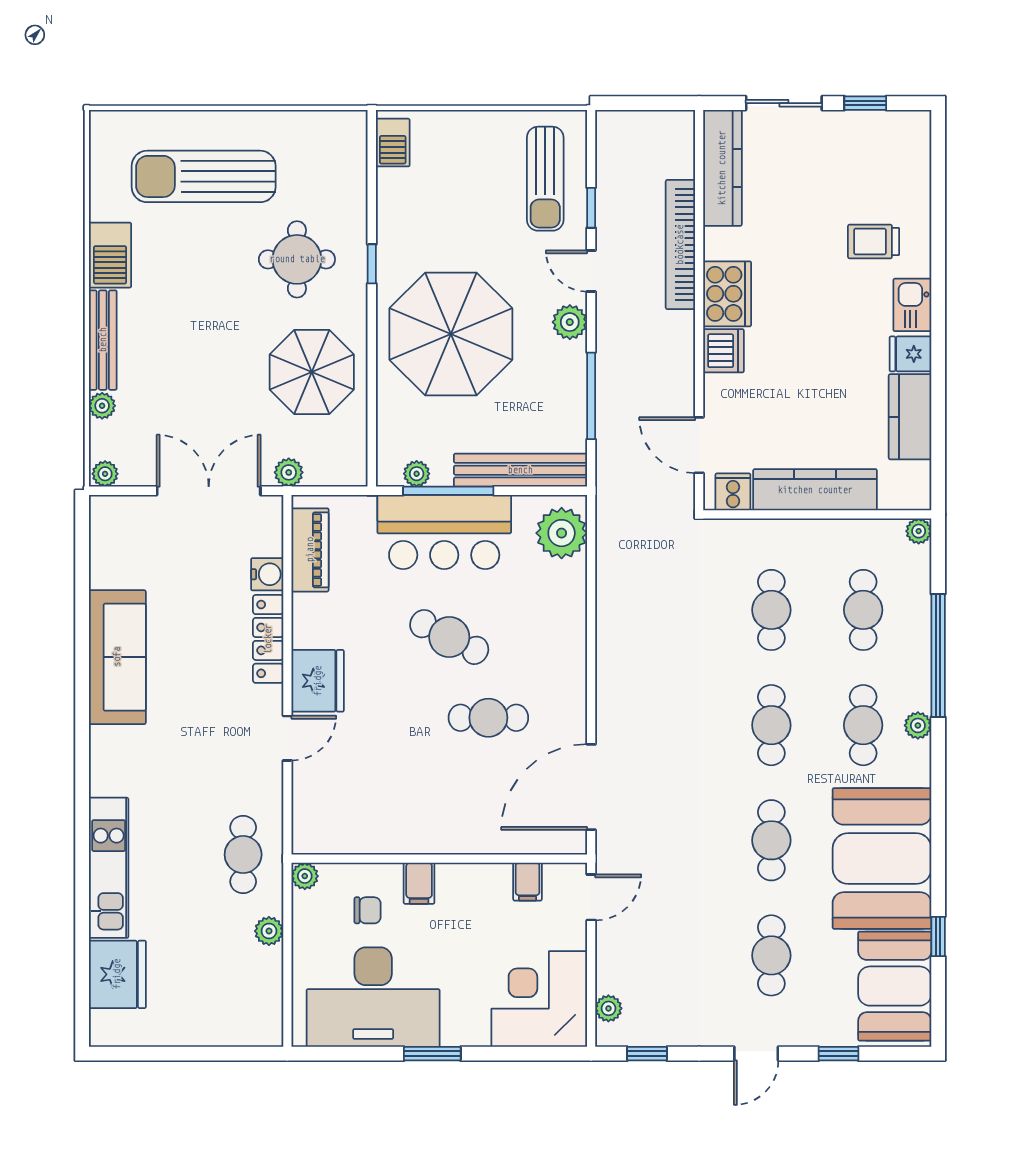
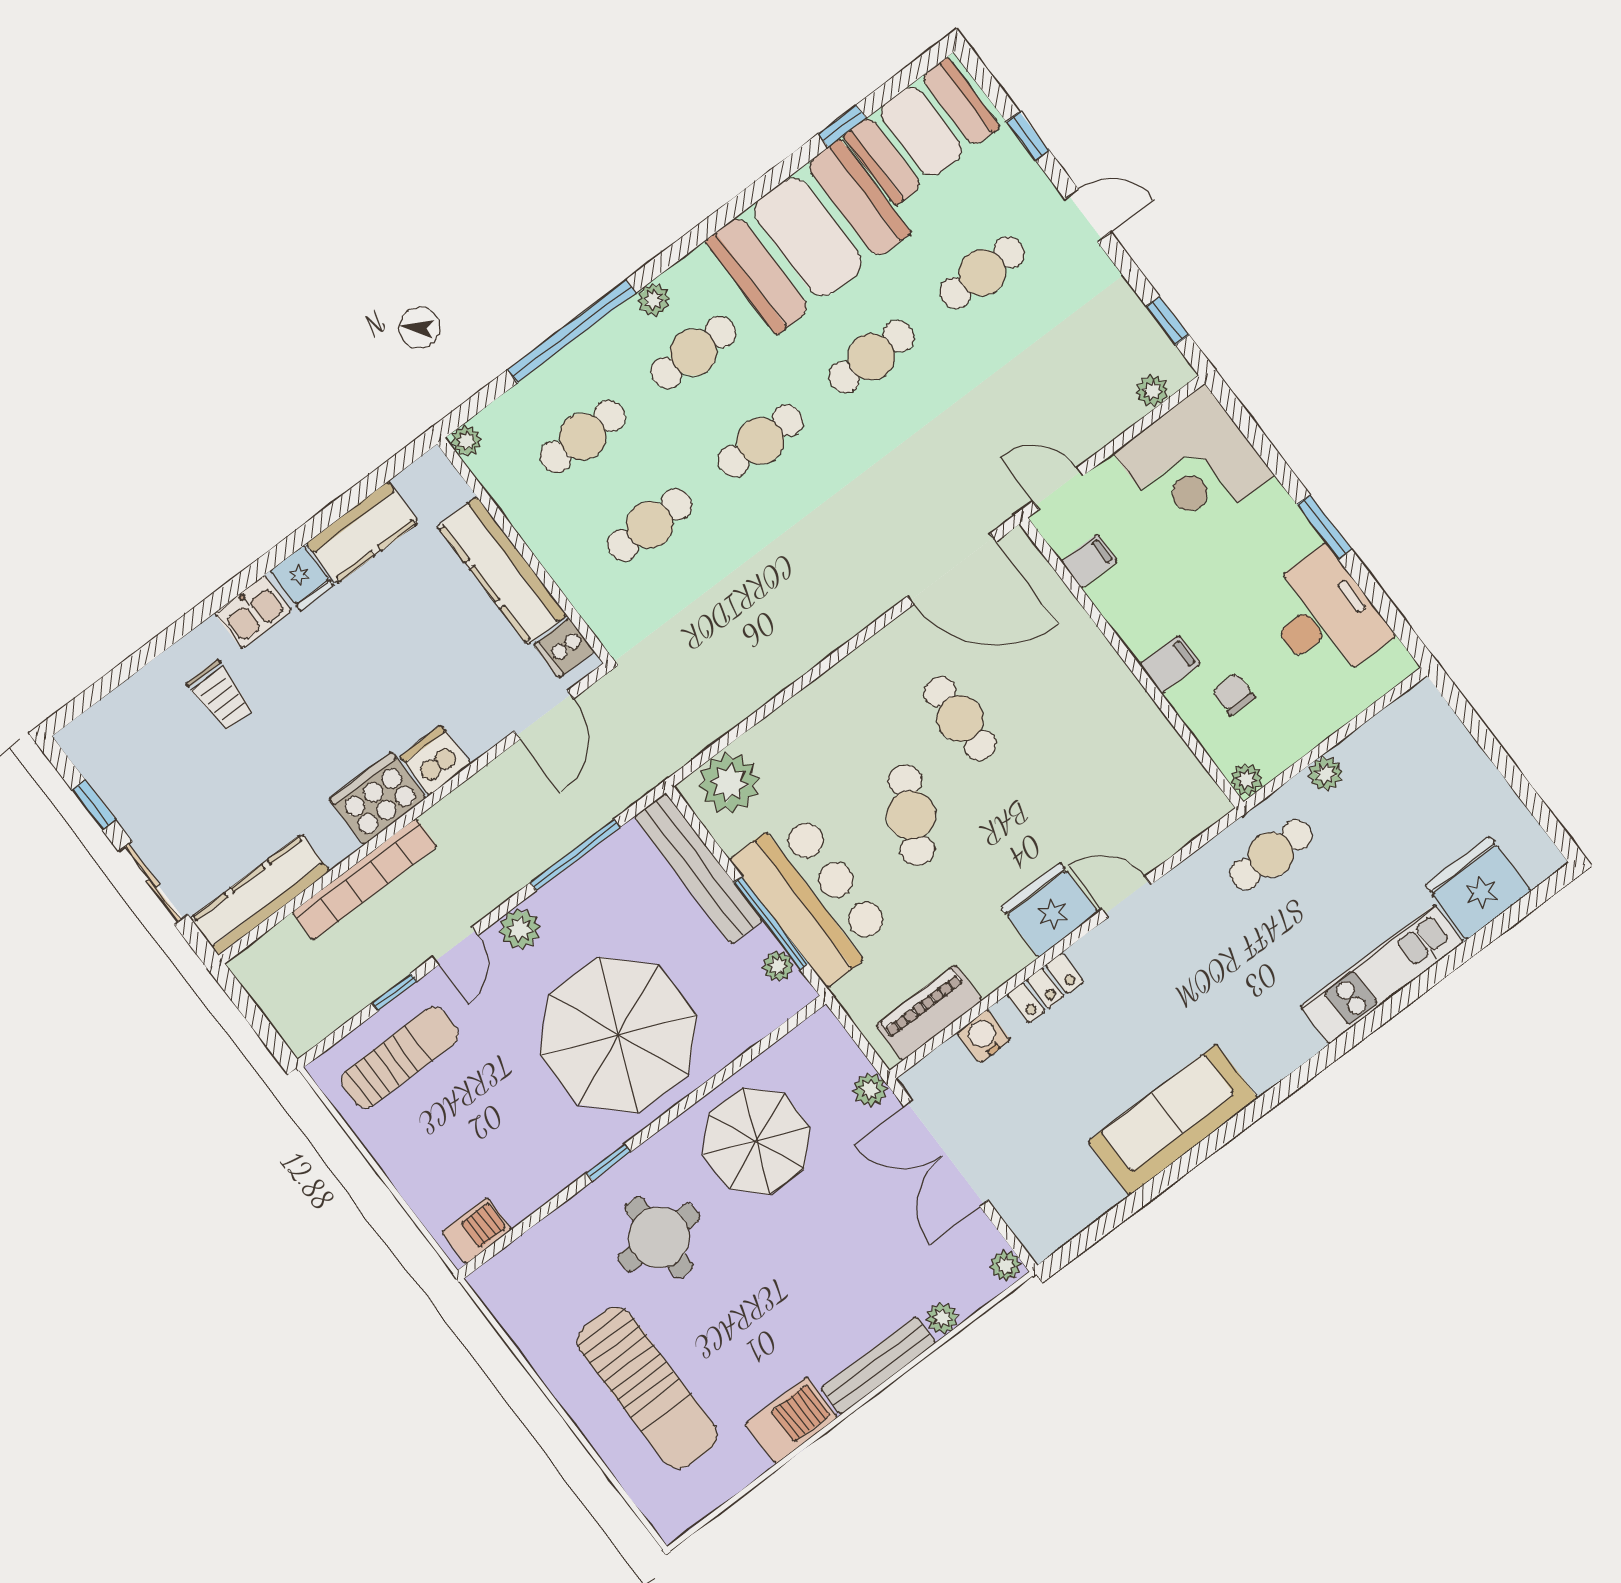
locker: (268, 639) -> (1045, 988), width x0.66
desk: (373, 997) -> (1324, 617), width x0.73, depth x0.77

